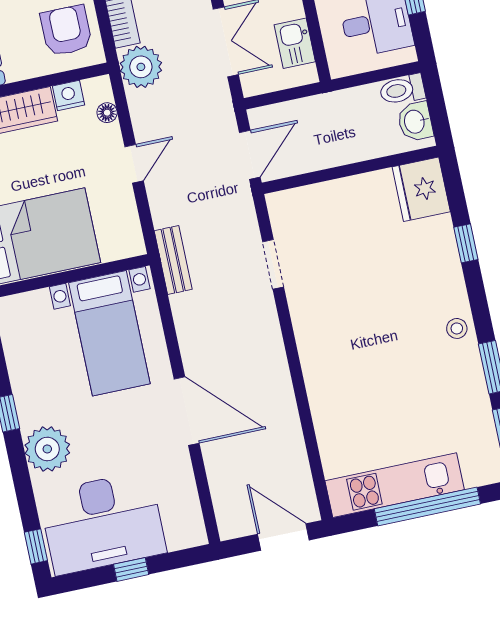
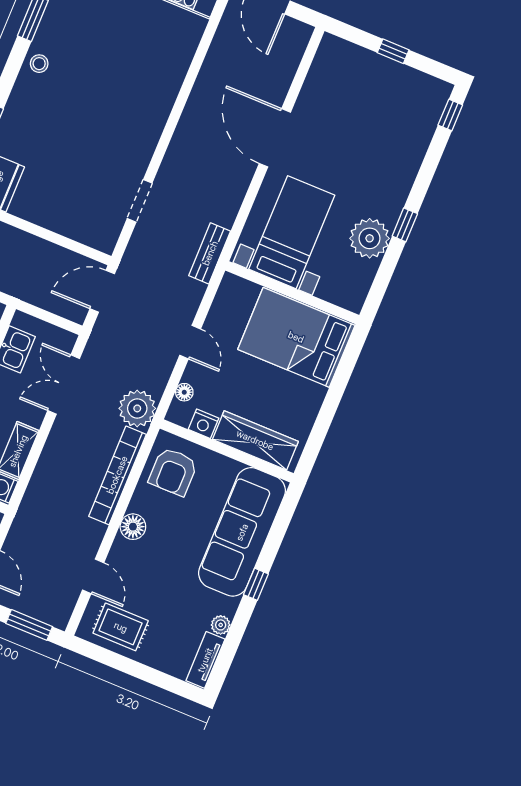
door: (134, 164) -> (190, 342), swing flipped
plant: (47, 449) -> (370, 238), moved
desk: (102, 523) -> (391, 99), removed

